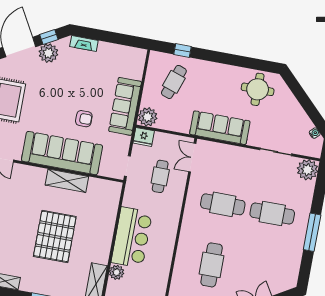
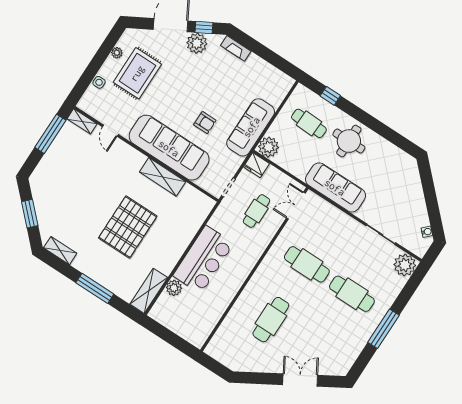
cafe table: (174, 82) -> (309, 123), turned 73
round table: (258, 89) -> (349, 141), moved

